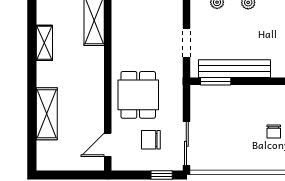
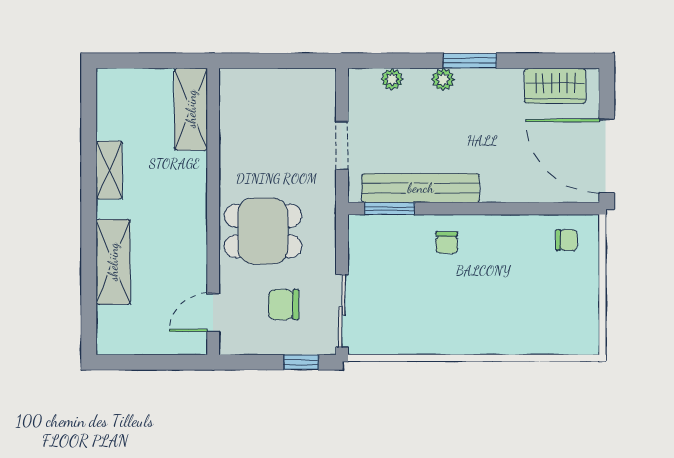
shelving: (44, 43) -> (109, 170), moved
dining table: (138, 95) -> (263, 231), turned 90
chair: (274, 132) -> (447, 243), moved

